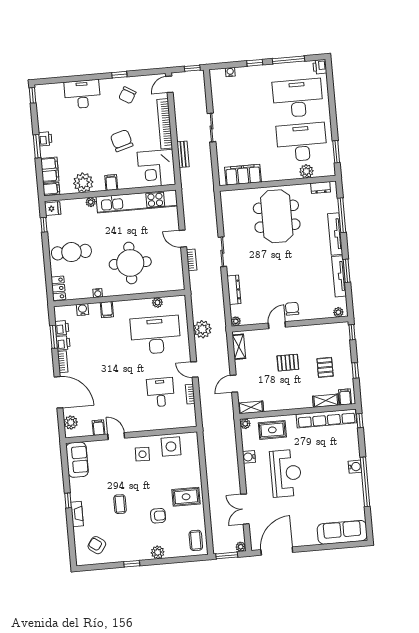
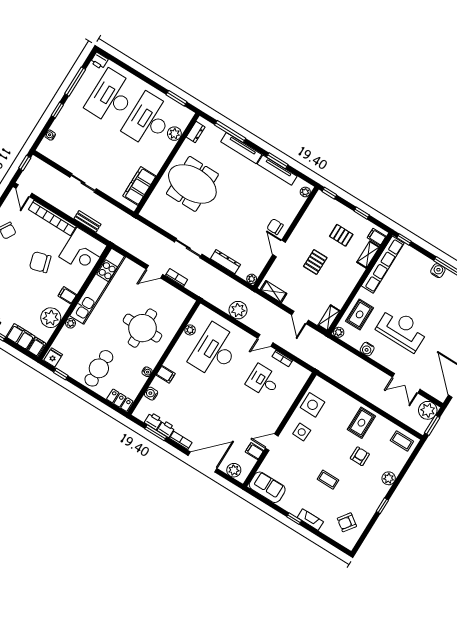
plant: (241, 547) -> (428, 410), width x1.88, depth x1.88

